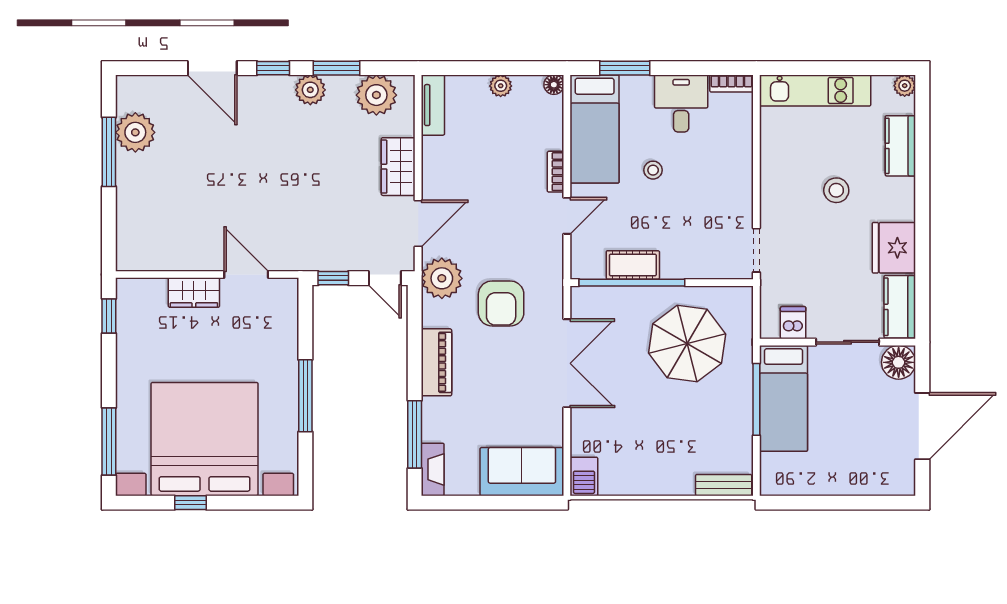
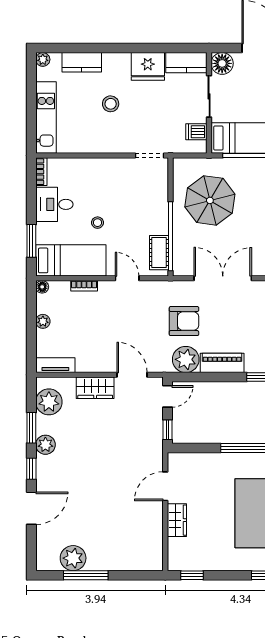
bookcase: (556, 172) -> (84, 286), moved
cot: (633, 265) -> (159, 253), moved
plant: (442, 278) -> (186, 359), moved

